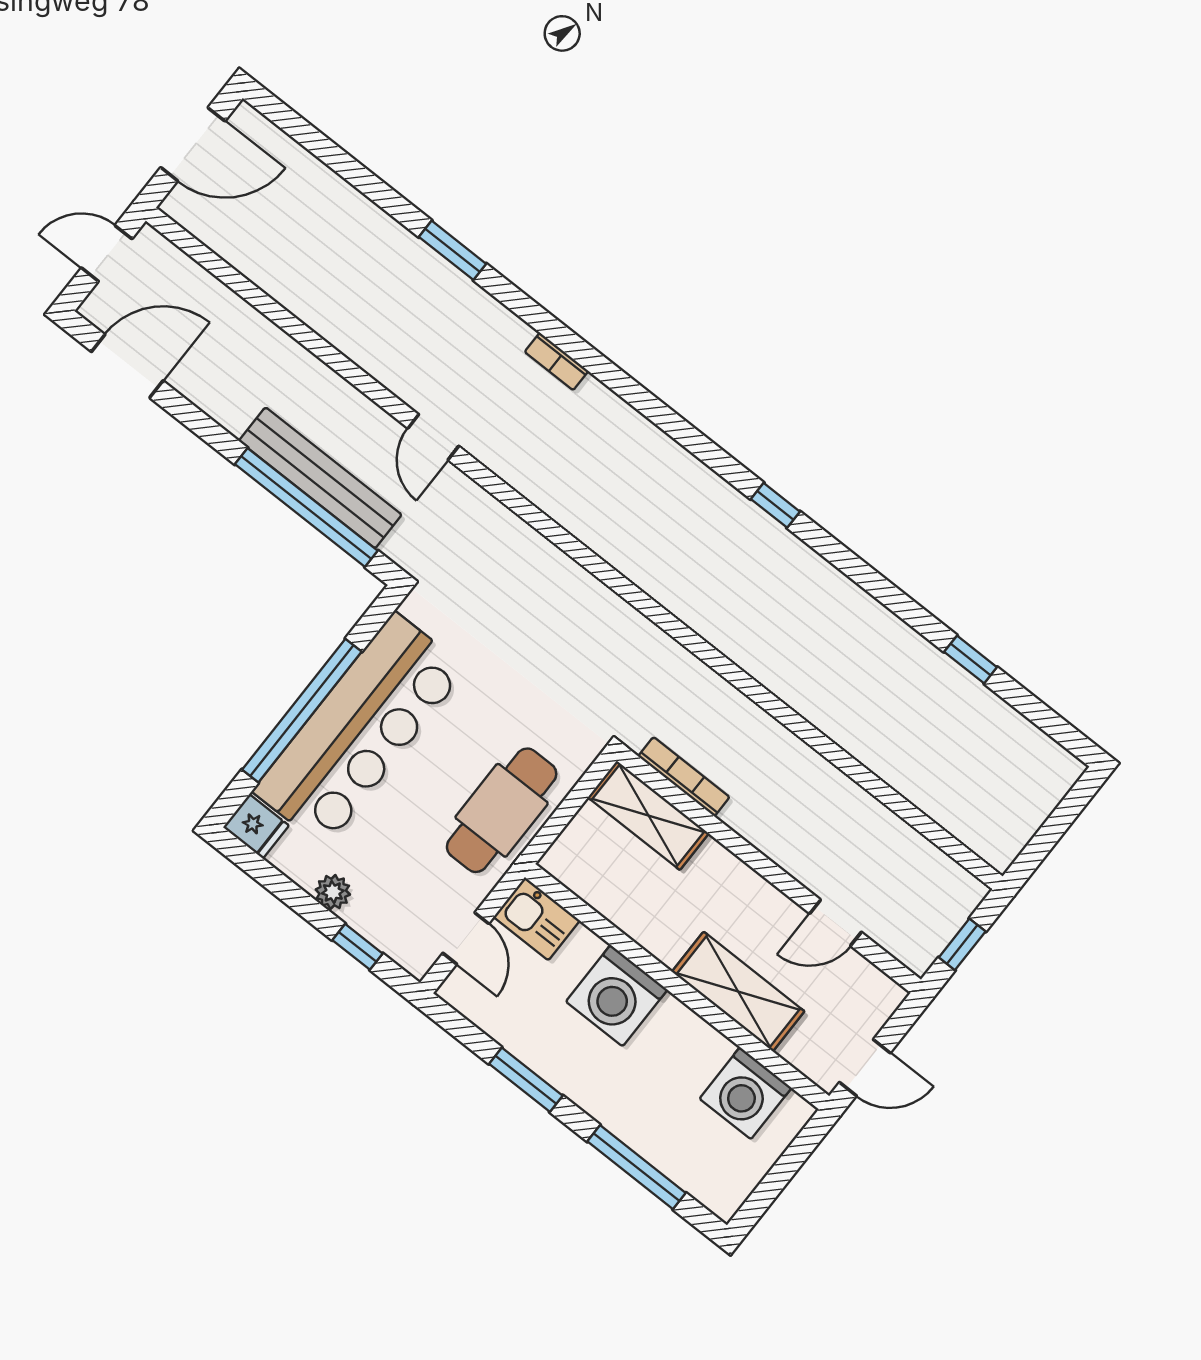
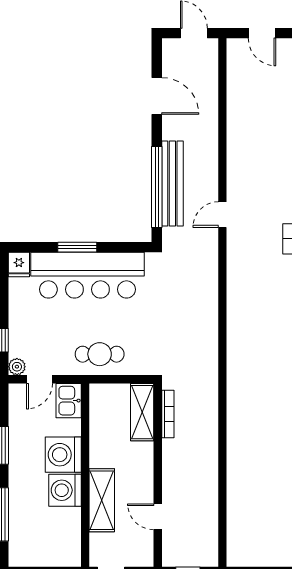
door: (193, 144) -> (262, 33), width x0.73
door: (127, 366) -> (157, 96), moved
window: (302, 711) -> (77, 247), width x0.47
cafe table: (502, 810) -> (100, 354), width x0.73, depth x0.74
plant: (333, 892) -> (17, 367), moved
washing machine: (746, 1093) -> (65, 490), moved

